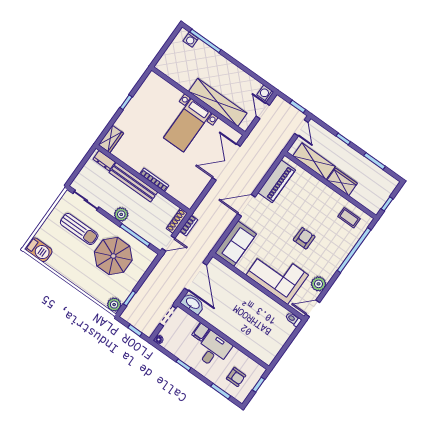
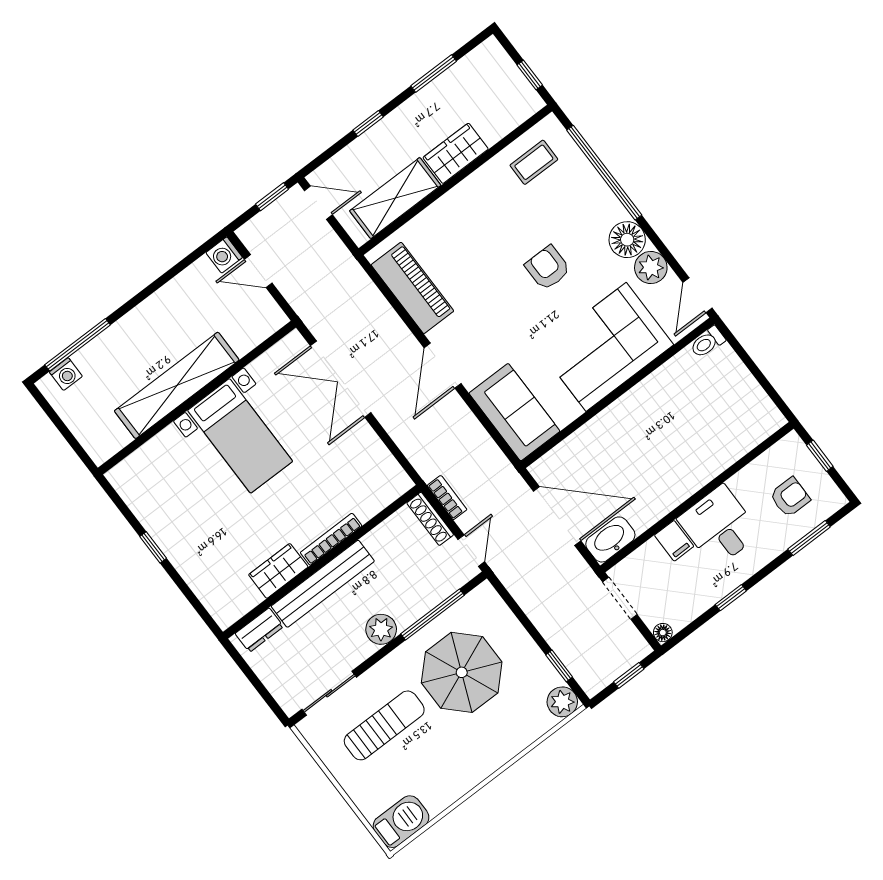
shelving: (218, 102) -> (177, 385), moved
wardrobe: (111, 139) -> (278, 571), moved, turned -90
floor lamp: (328, 270) -> (627, 240), added

